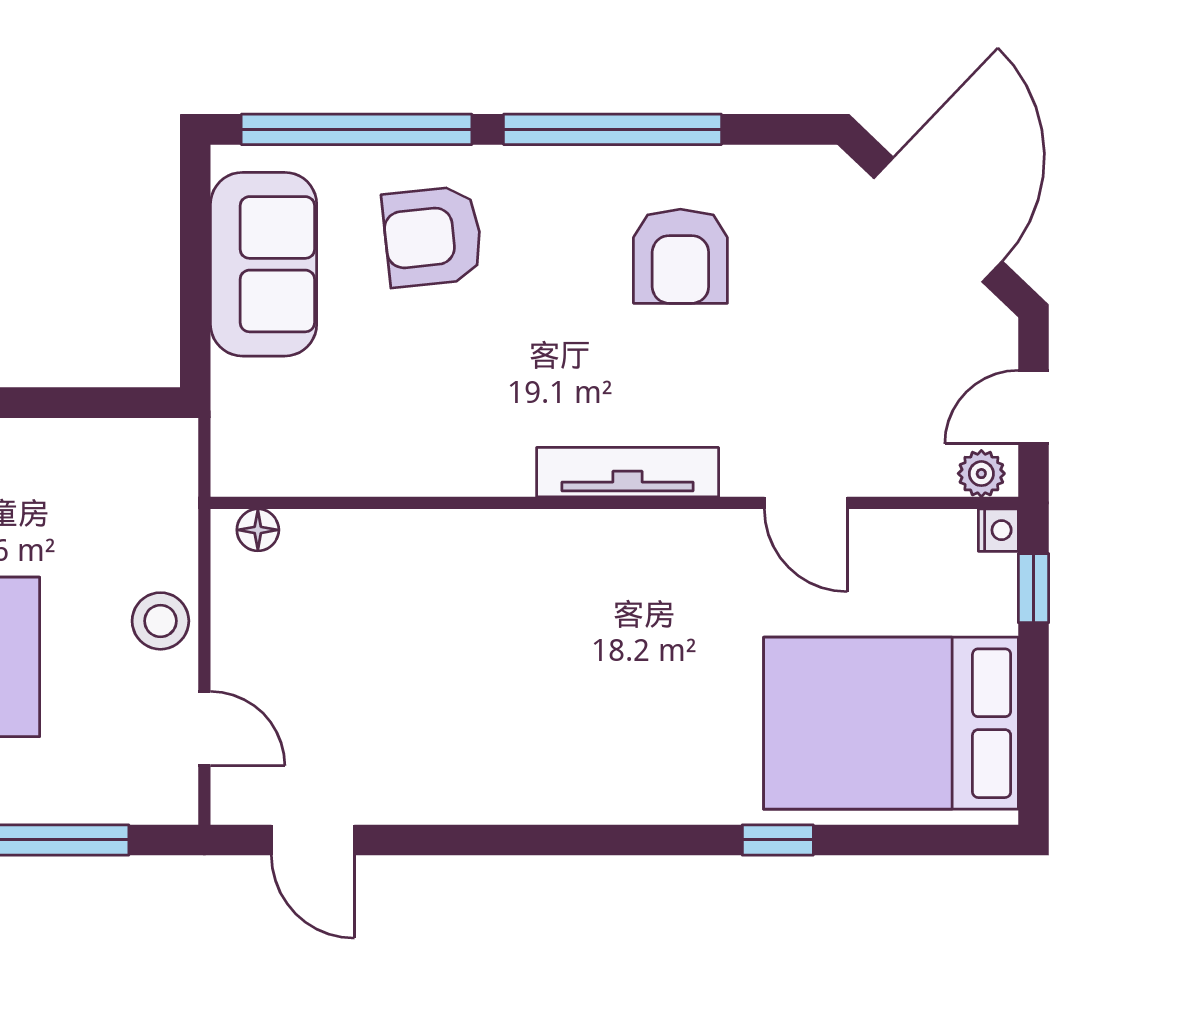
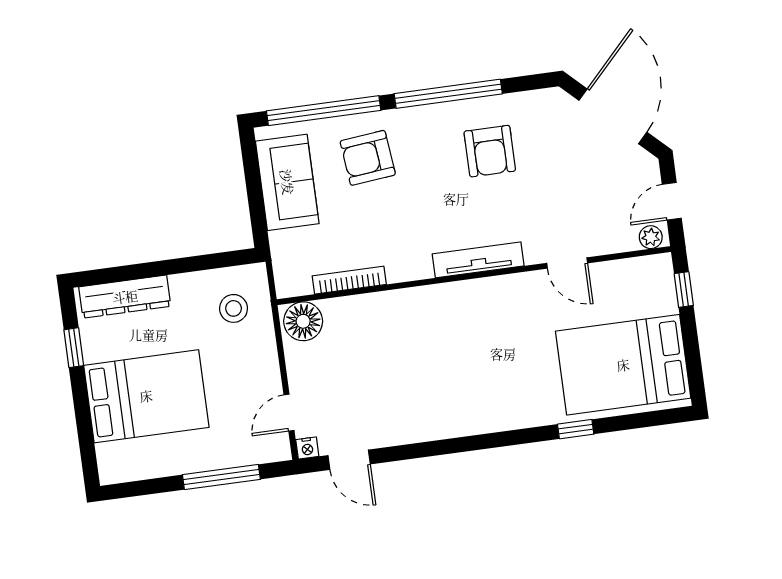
bookcase: (362, 478) -> (349, 280), added
floor lamp: (258, 530) -> (303, 321), width x1.89, depth x1.89
nightstand: (998, 530) -> (307, 448), moved, turned 90
stool: (160, 621) -> (234, 308), moved
door: (204, 729) -> (289, 413), swing flipped

